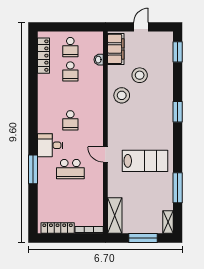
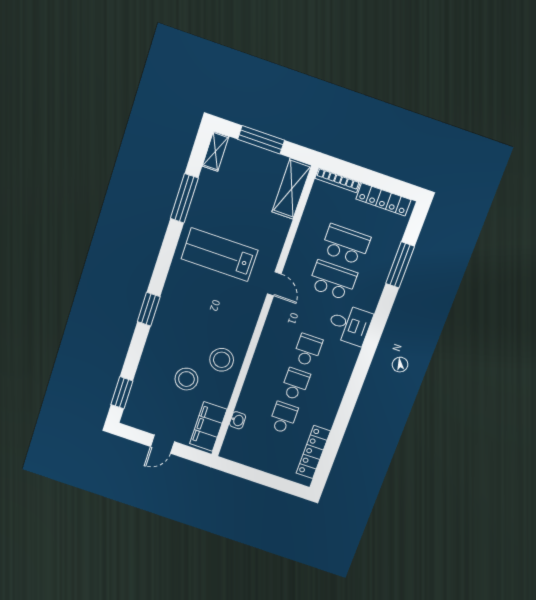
school desk: (70, 47) -> (295, 384), moved
window: (33, 169) -> (400, 265), moved
school desk: (70, 193) -> (346, 244), added

